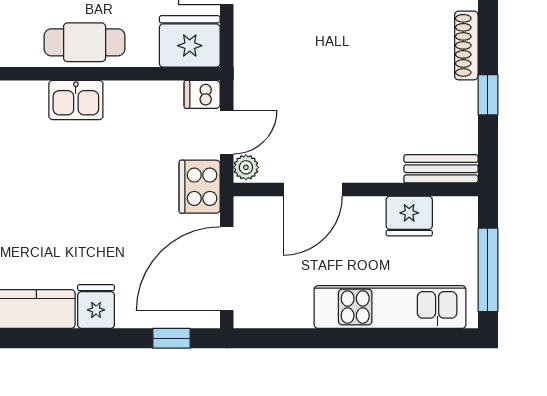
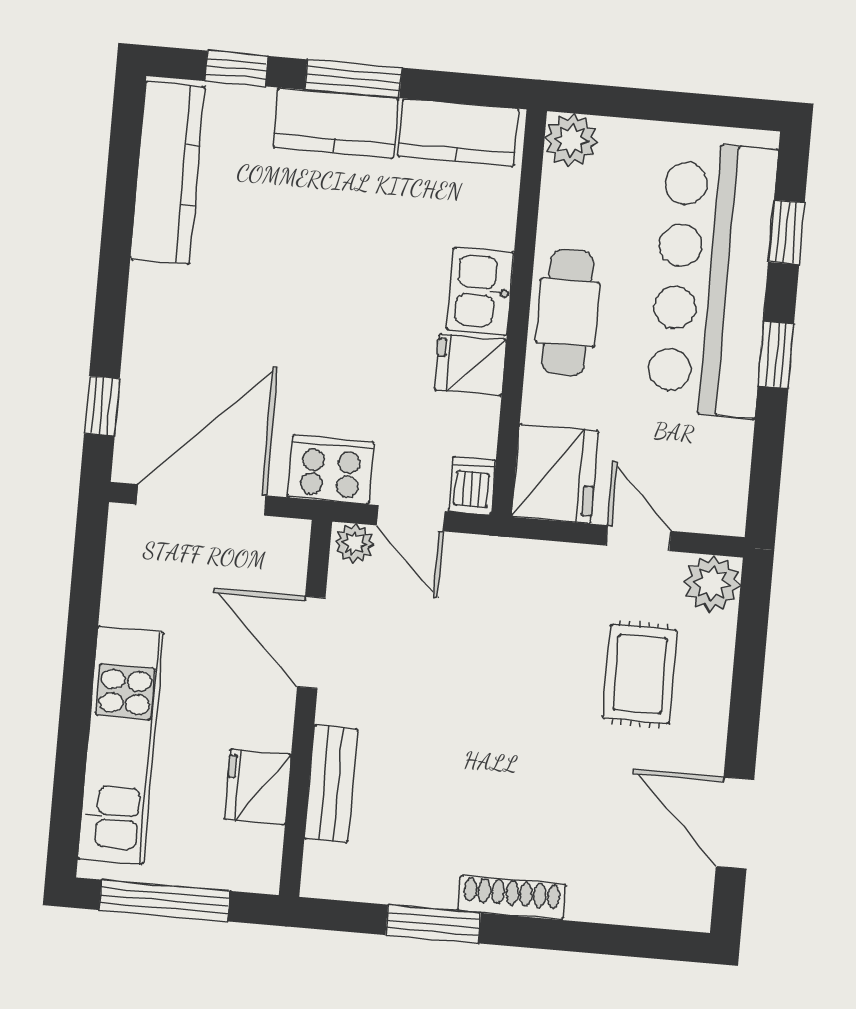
window: (488, 95) -> (433, 924), width x1.50
bench: (441, 169) -> (331, 784), moved
door: (227, 269) -> (201, 500), hinge flipped
fridge: (96, 306) -> (470, 365), moved, turned 180

